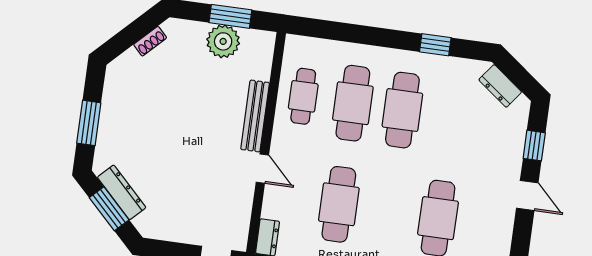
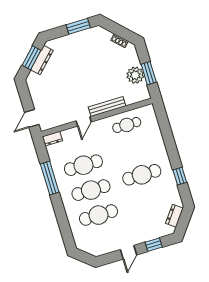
cafe table: (353, 103) -> (91, 190), moved
window: (89, 123) -> (78, 26), moved

